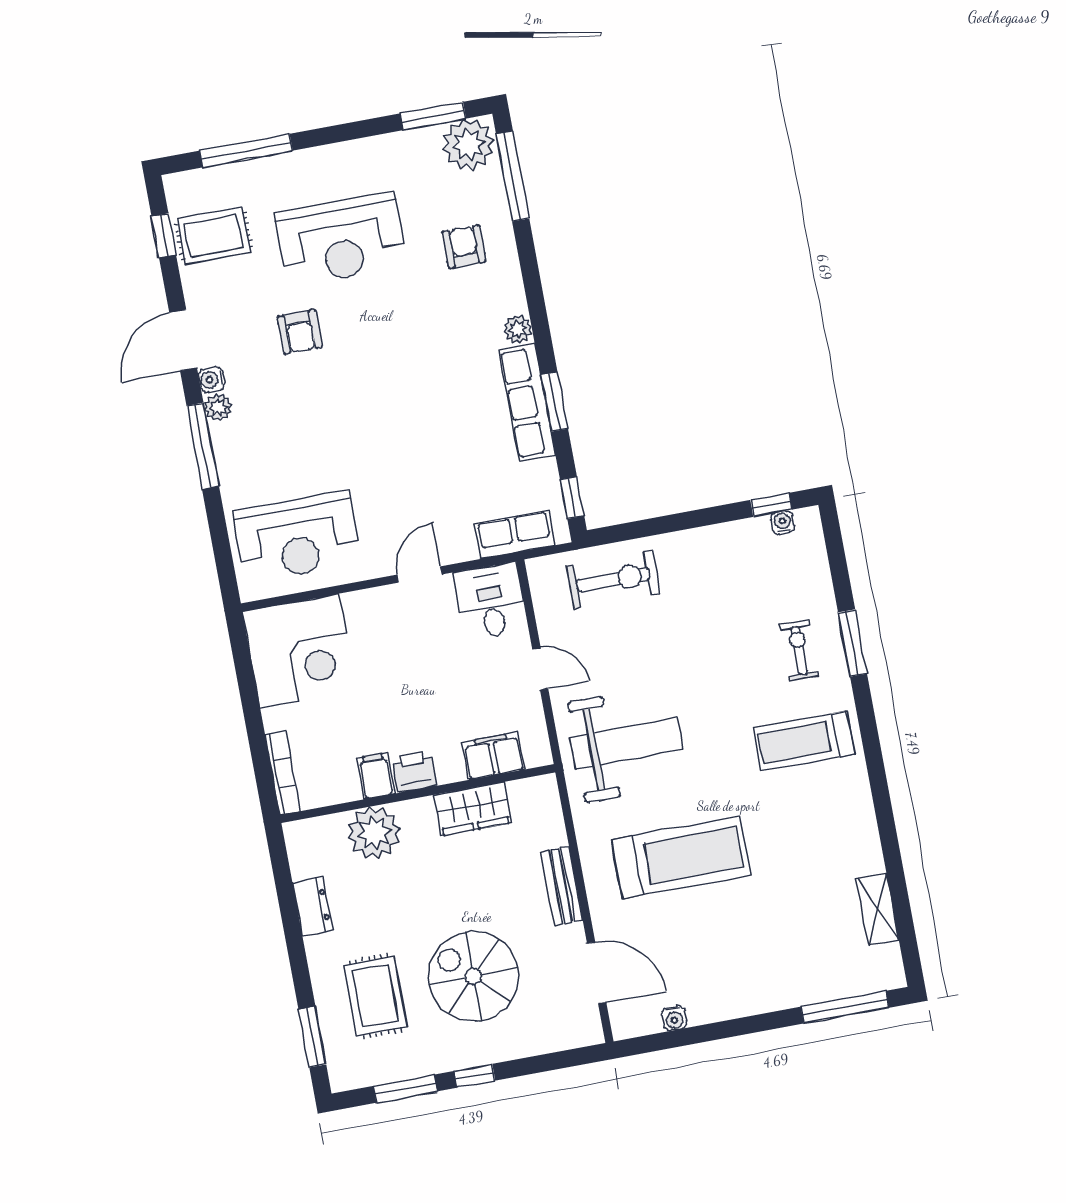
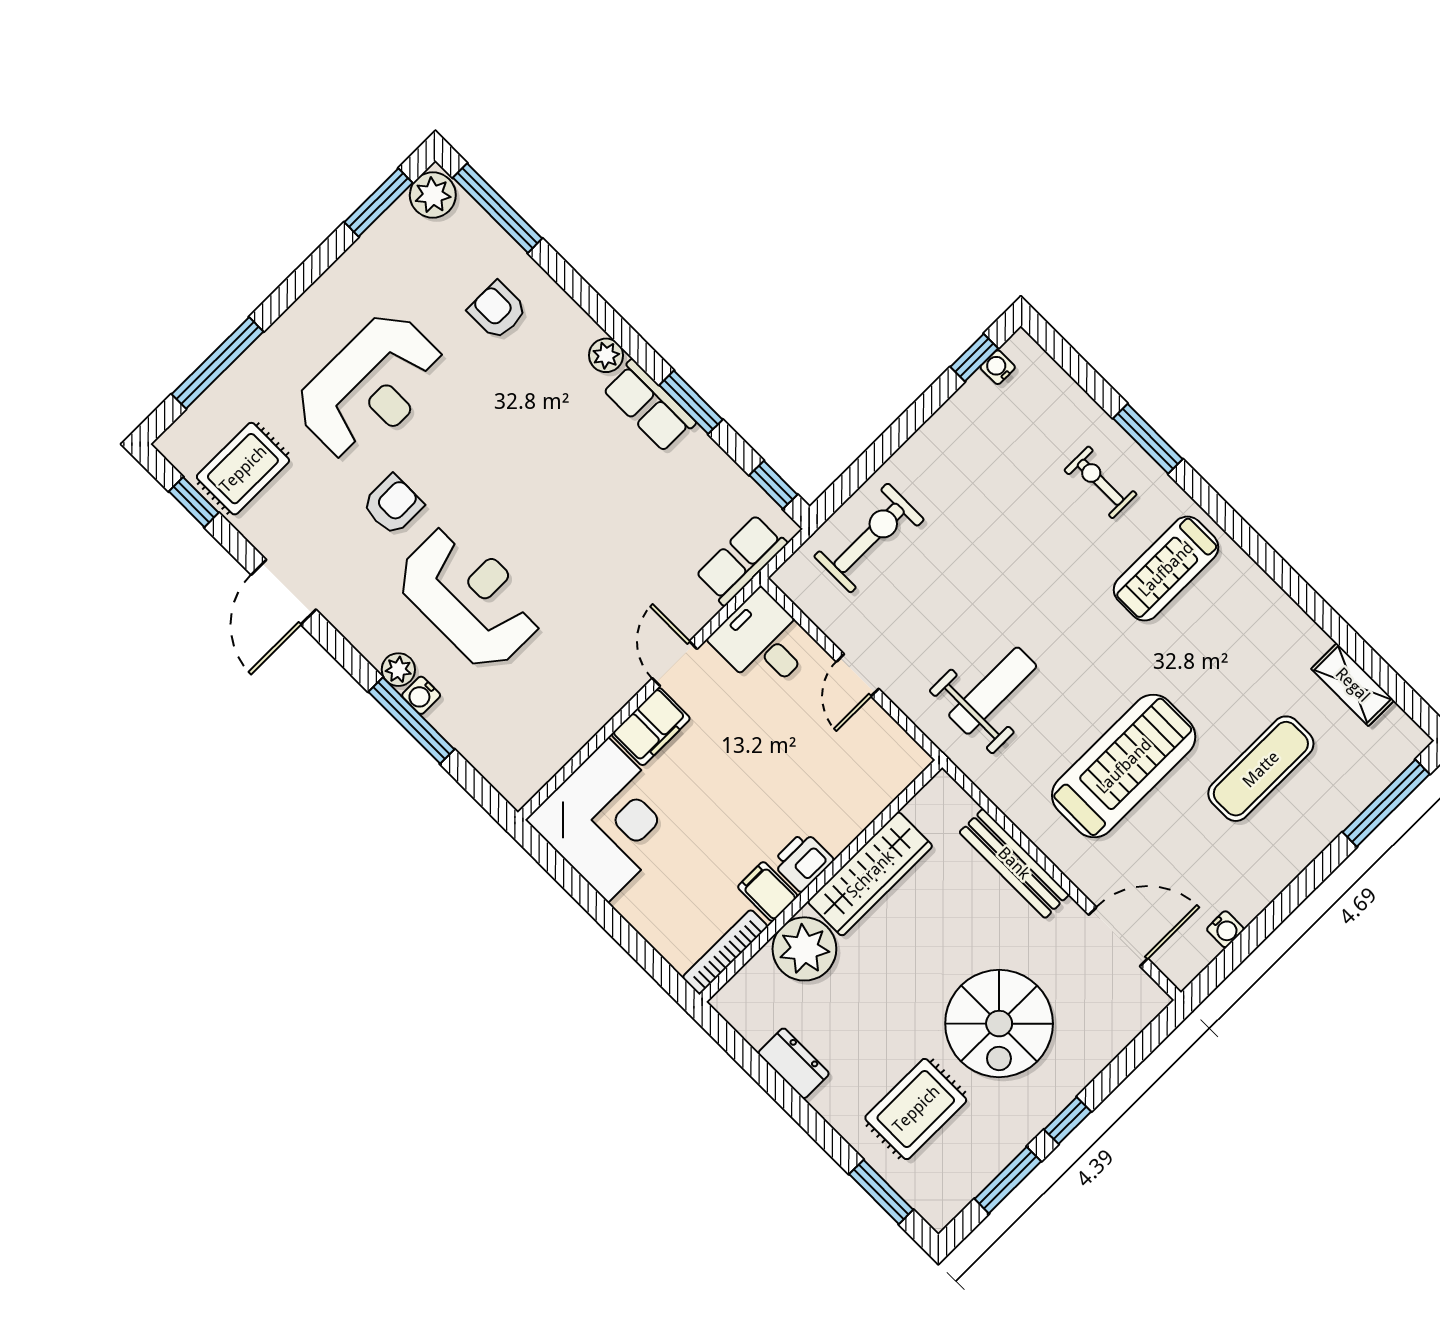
plant: (468, 145) -> (433, 195), width x0.73, depth x0.73
armchair: (300, 332) -> (393, 505), turned -90
water cooler: (211, 380) -> (421, 695), moved
row of seats: (527, 402) -> (649, 406), width x0.68
plant: (218, 407) -> (398, 670), moved
window: (203, 446) -> (411, 721), moved
reception desk: (297, 537) -> (470, 597), moved, turned -90
door: (540, 669) -> (858, 675), swing flipped
weight bench: (626, 743) -> (993, 691), width x0.73, depth x0.75
filing cabinet: (494, 756) -> (651, 727), moved, turned 180
bookcase: (283, 773) -> (725, 952), moved, turned -90
wardrobe: (473, 809) -> (870, 874), width x1.50
bench: (562, 886) -> (1014, 863), width x1.36
exercise mat: (775, 924) -> (1261, 769), added
spiral stairs: (473, 976) -> (999, 1024), turned -90
rug: (375, 996) -> (916, 1109), turned 90

